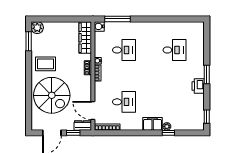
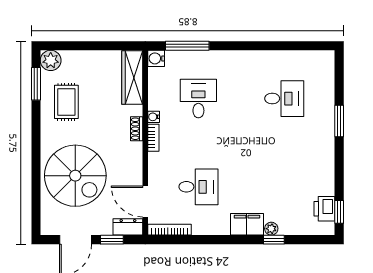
desk: (124, 50) -> (198, 99), turned -90
rug: (46, 64) -> (66, 102), moved, turned 90
window: (207, 74) -> (339, 121), moved
printer: (198, 86) -> (324, 209), moved

